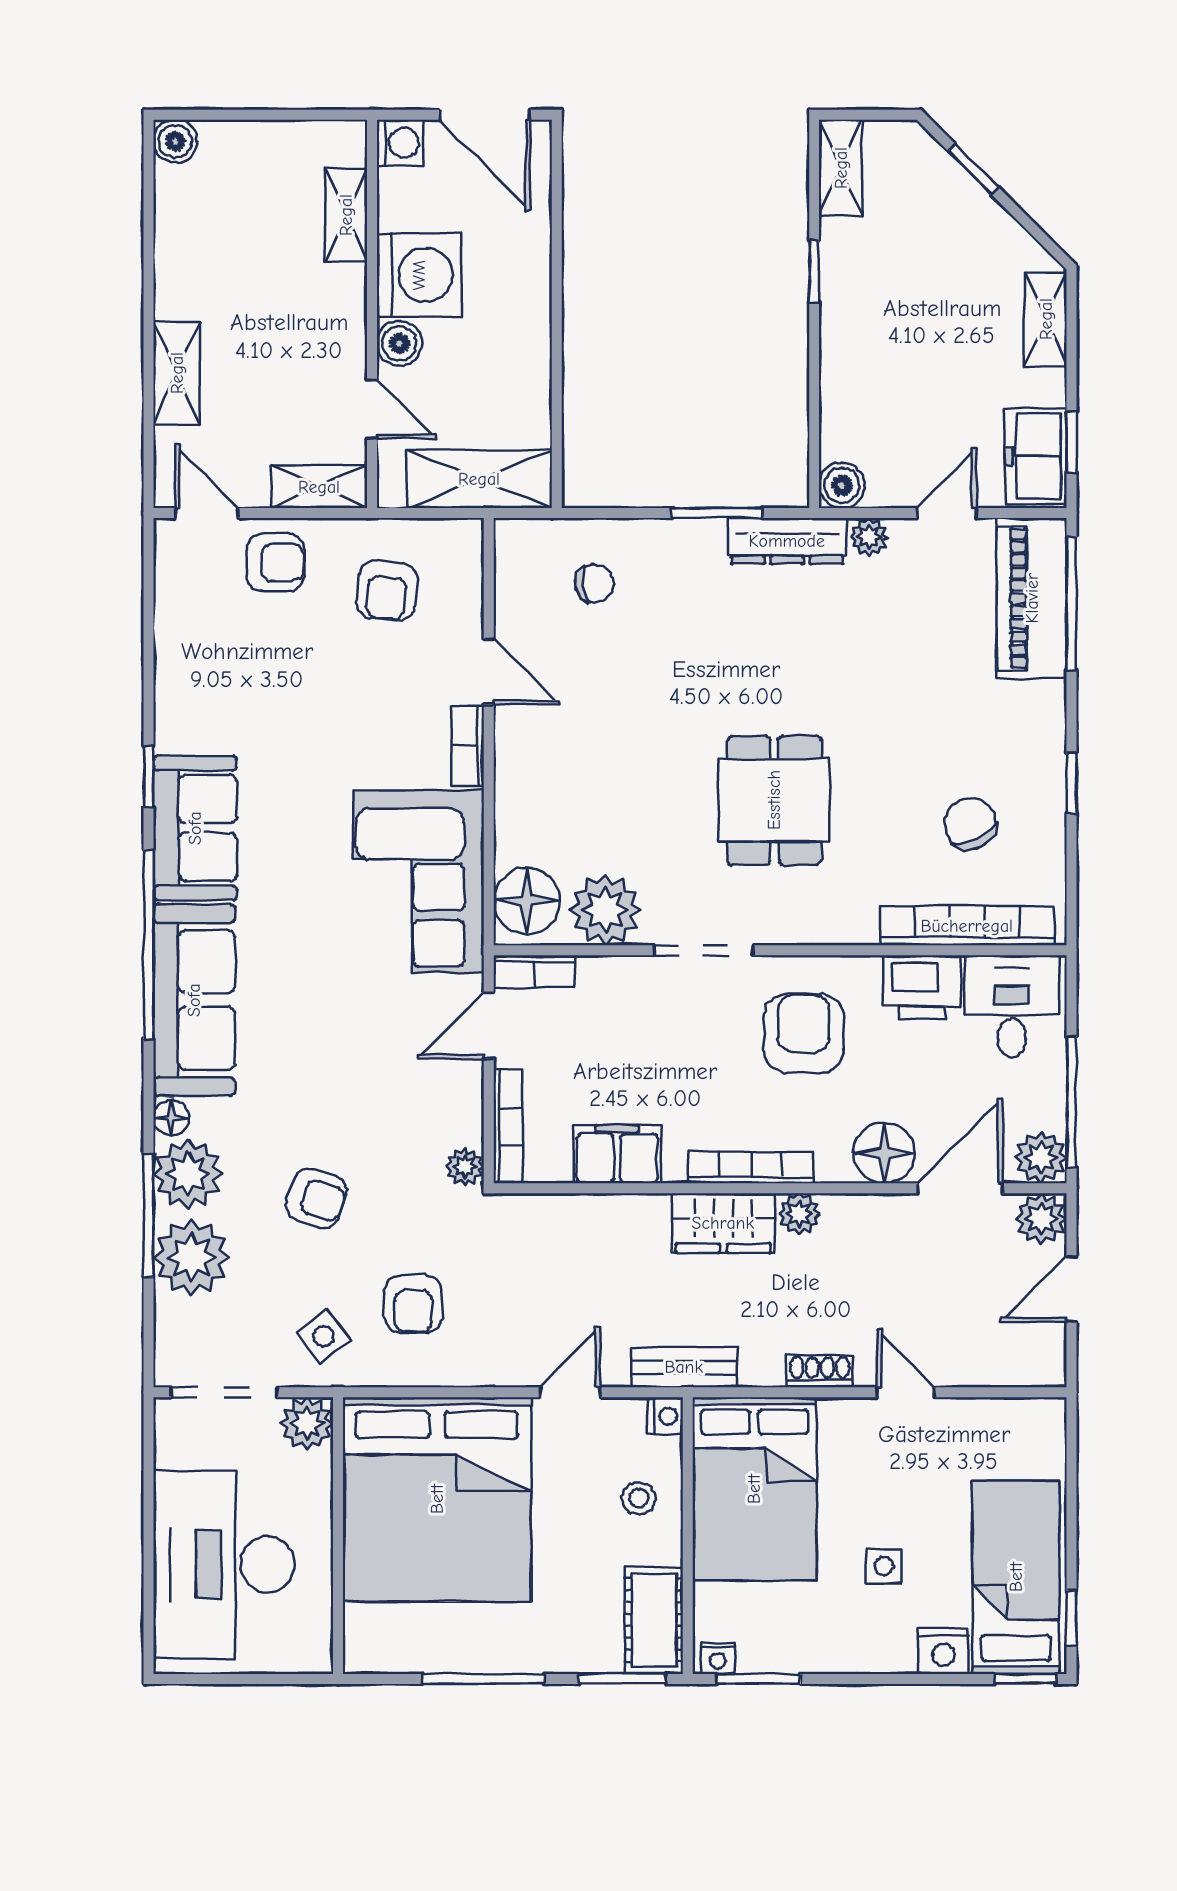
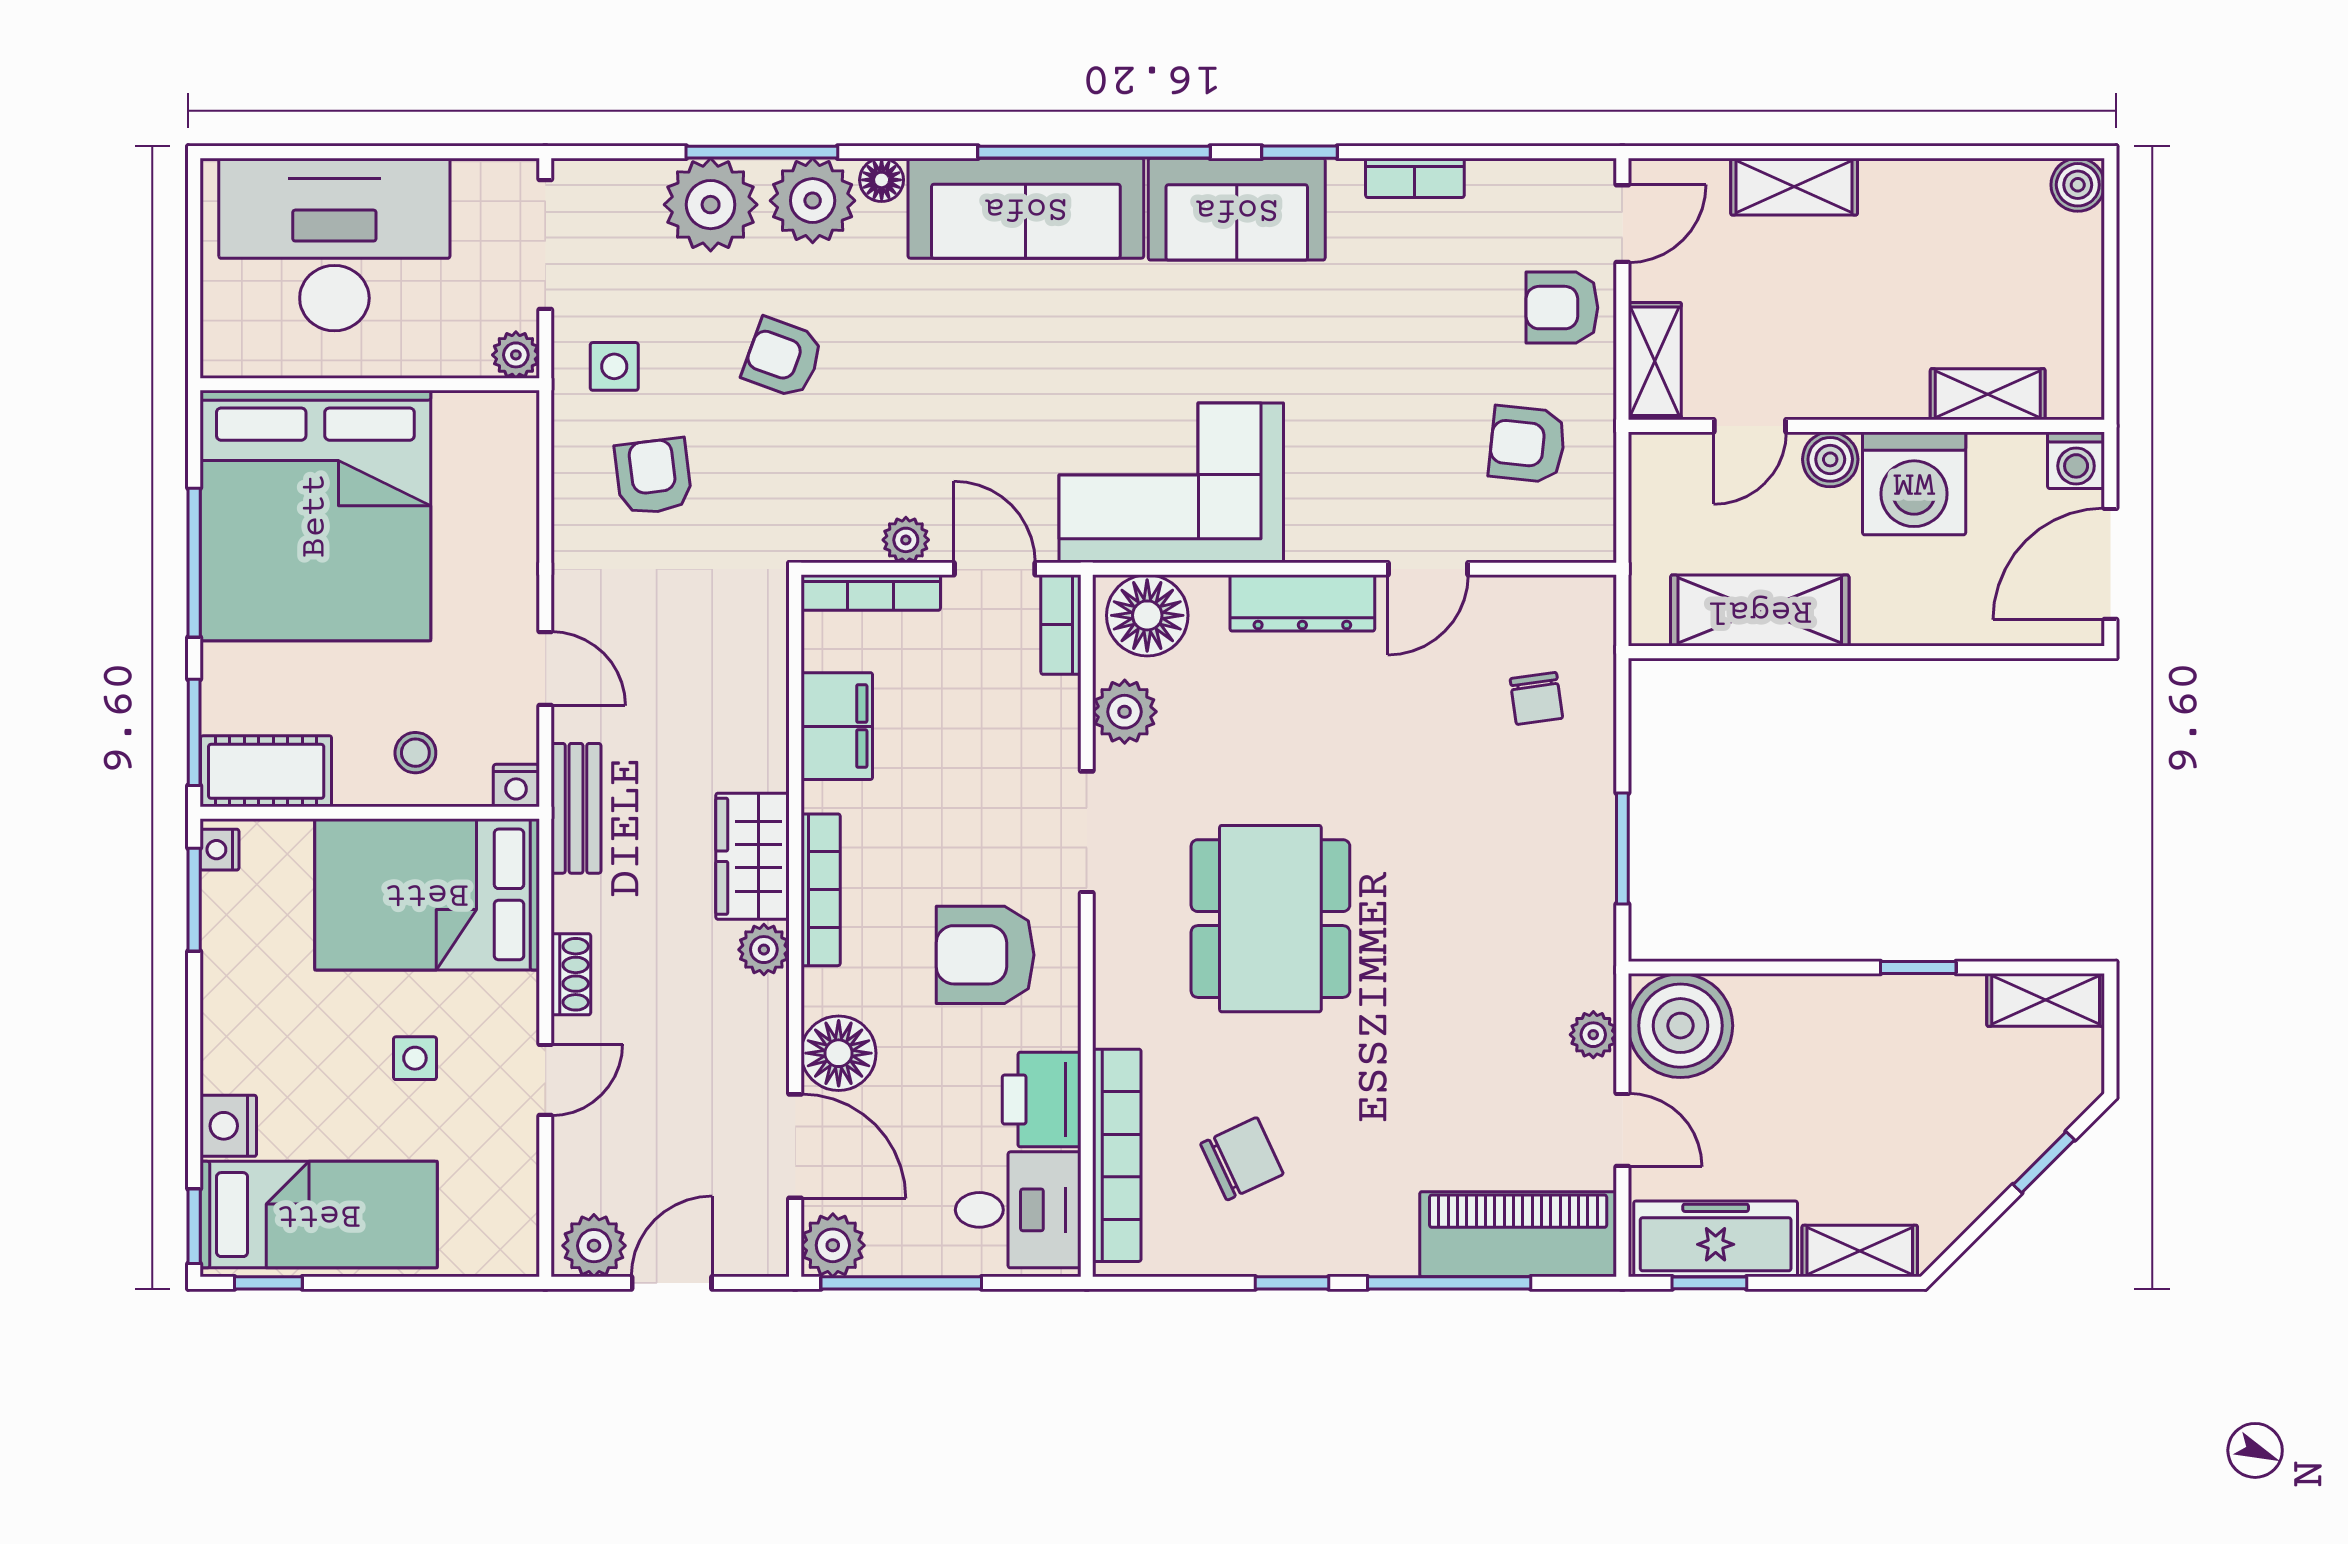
freezer: (1036, 456) -> (1716, 1239), width x1.40
shelving: (479, 479) -> (1760, 611), moved, turned 90
boiler: (842, 485) -> (1680, 1026), width x1.86, depth x1.86
dresser: (787, 541) -> (1302, 603), moved, turned -90
armchair: (275, 562) -> (1562, 308), turned 90
window: (1072, 604) -> (1449, 1283), moved
bookcase: (468, 746) -> (1415, 178), moved, turned 180
dining table: (774, 800) -> (1270, 919), width x1.37
plant: (605, 910) -> (1125, 712), width x0.73, depth x0.73
armchair: (804, 1033) -> (985, 955), turned 180
plant: (465, 1167) -> (906, 540), moved
armchair: (316, 1198) -> (783, 358), turned 91
plant: (1041, 1219) -> (594, 1246), moved
door: (1072, 1289) -> (672, 1283), hinge flipped
armchair: (413, 1304) -> (653, 476), turned 83
side table: (323, 1336) -> (614, 366), turned 38
plant: (307, 1423) -> (516, 355), width x0.73, depth x0.73
bed: (437, 1499) -> (315, 516), moved, turned -90
side table: (884, 1566) -> (415, 1058), moved

